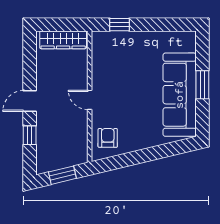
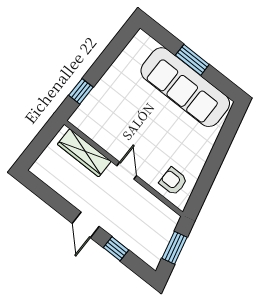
wardrobe: (63, 40) -> (84, 153), moved, turned 90
door: (90, 100) -> (127, 171), swing flipped

